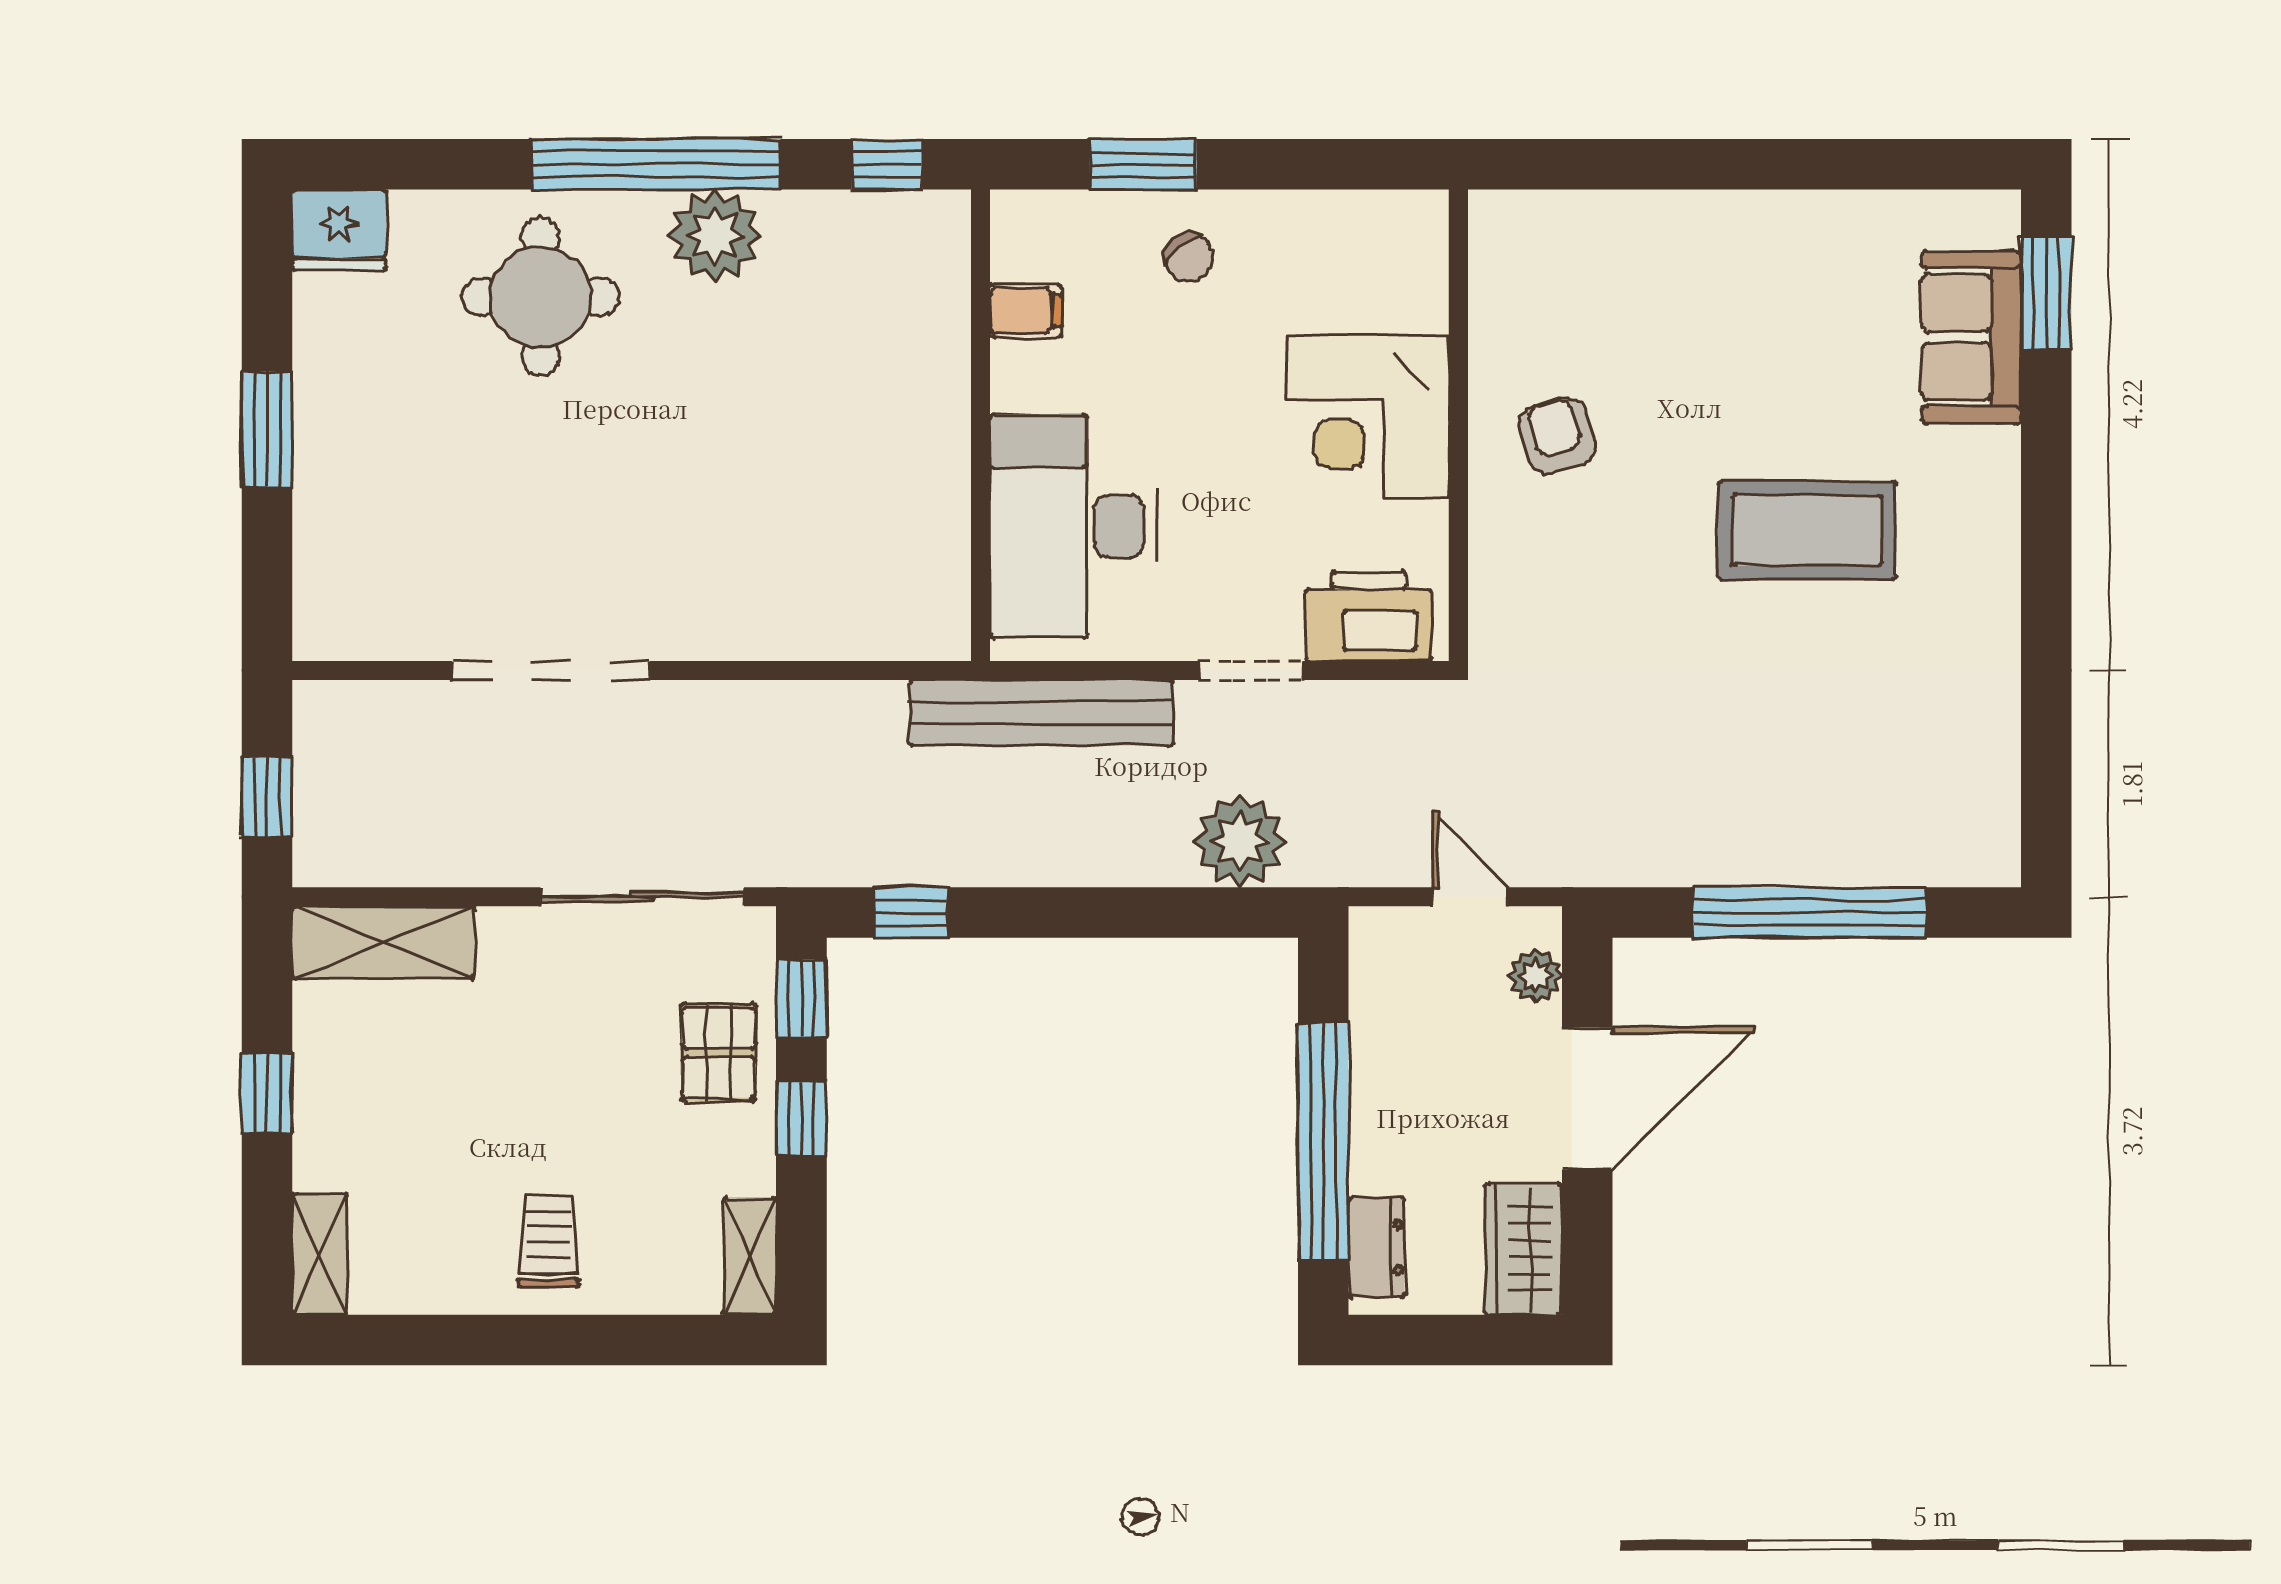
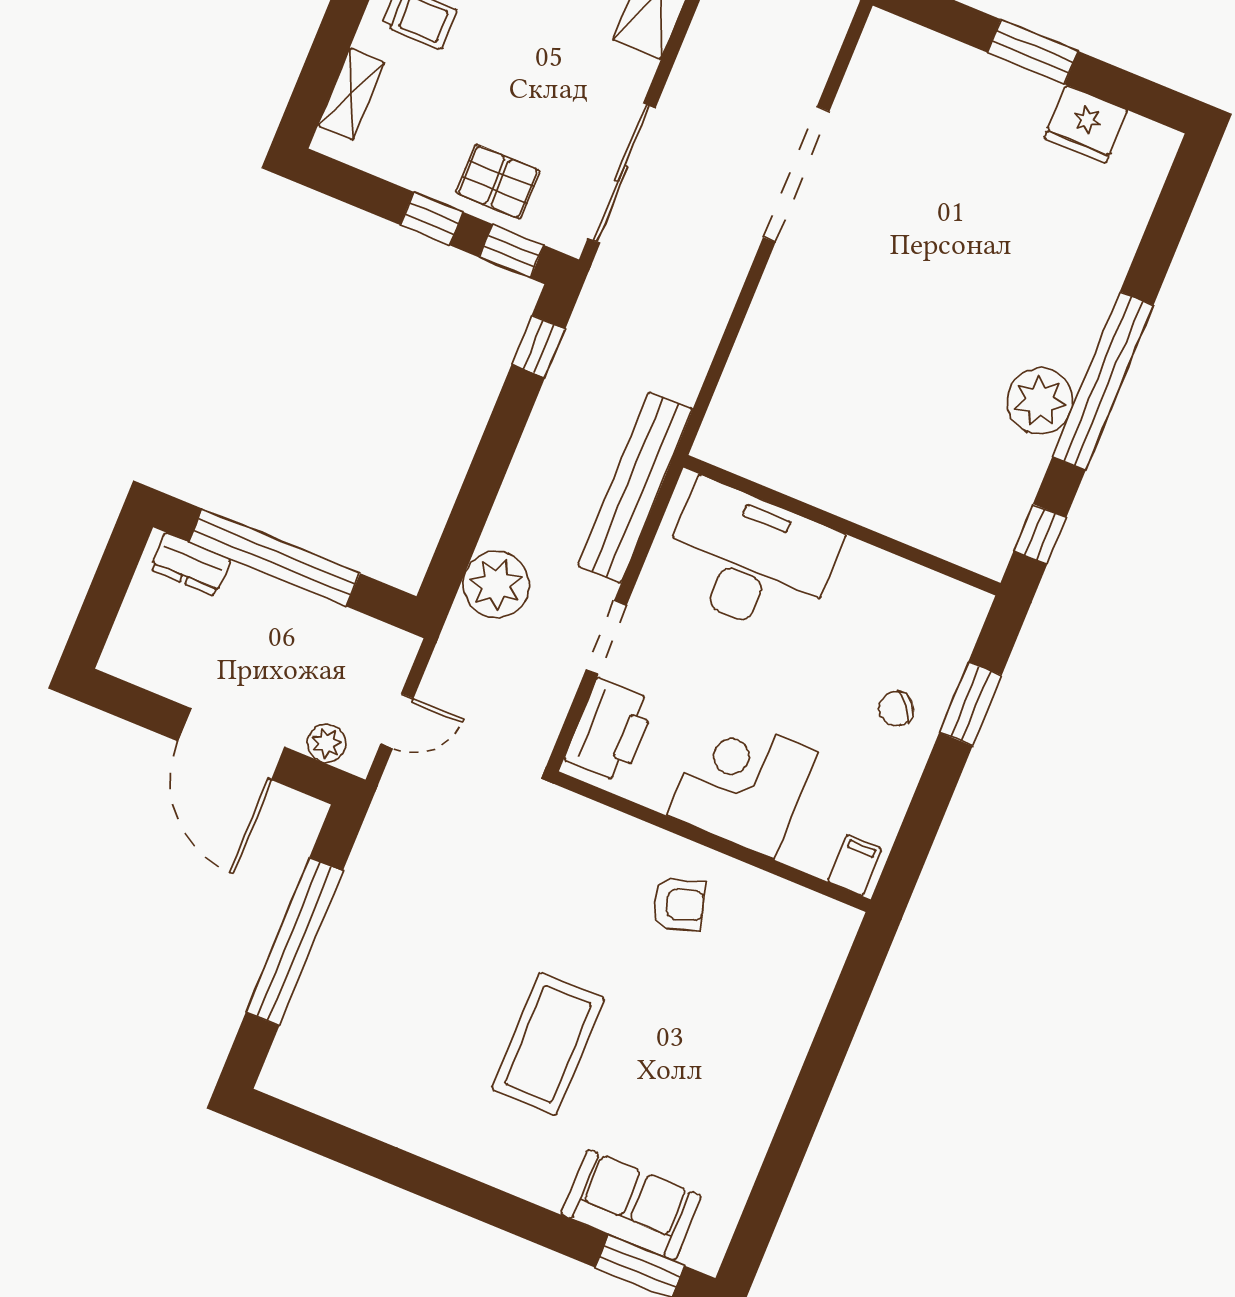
fridge: (339, 230) -> (1086, 124), moved, turned -90
round table: (541, 297) -> (1046, 269), removed
filing cabinet: (1026, 311) -> (855, 865), moved, turned 180
wardrobe: (1524, 1249) -> (149, 661), removed
shelving: (750, 1256) -> (351, 94), moved, turned 90

